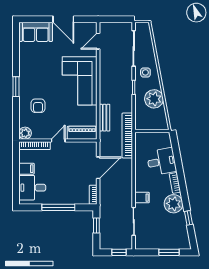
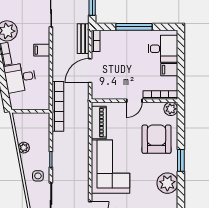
plant: (28, 66) -> (167, 183), added
plant: (154, 99) -> (24, 148), width x0.53, depth x0.53
armchair: (38, 106) -> (157, 139), width x1.88, depth x1.88
bench: (105, 118) -> (83, 39), moved
piano: (82, 133) -> (99, 122), moved, turned -90
filing cabinet: (142, 198) -> (42, 50), moved

